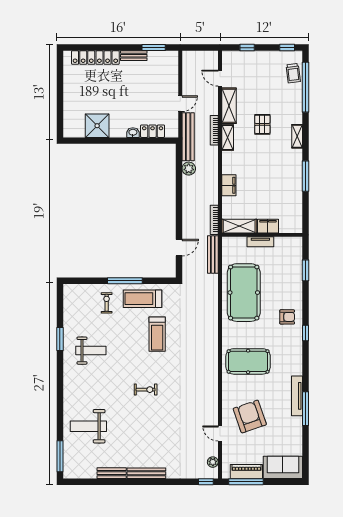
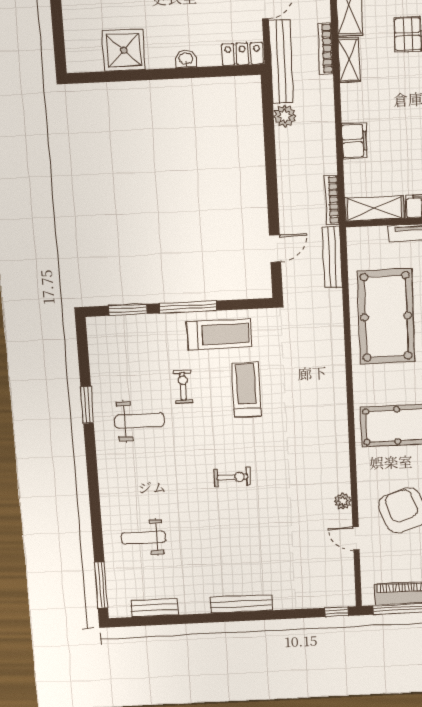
locker: (153, 131) -> (242, 54), moved
window: (89, 281) -> (128, 310), added
treadmill: (143, 299) -> (219, 334), turned 180
exercise bike: (107, 303) -> (183, 386), moved
treadmill: (157, 334) -> (246, 390), turned 180
weight bench: (88, 426) -> (143, 538), width x0.73, depth x0.75
plant: (213, 462) -> (343, 501), moved
bench: (112, 473) -> (154, 608), moved

